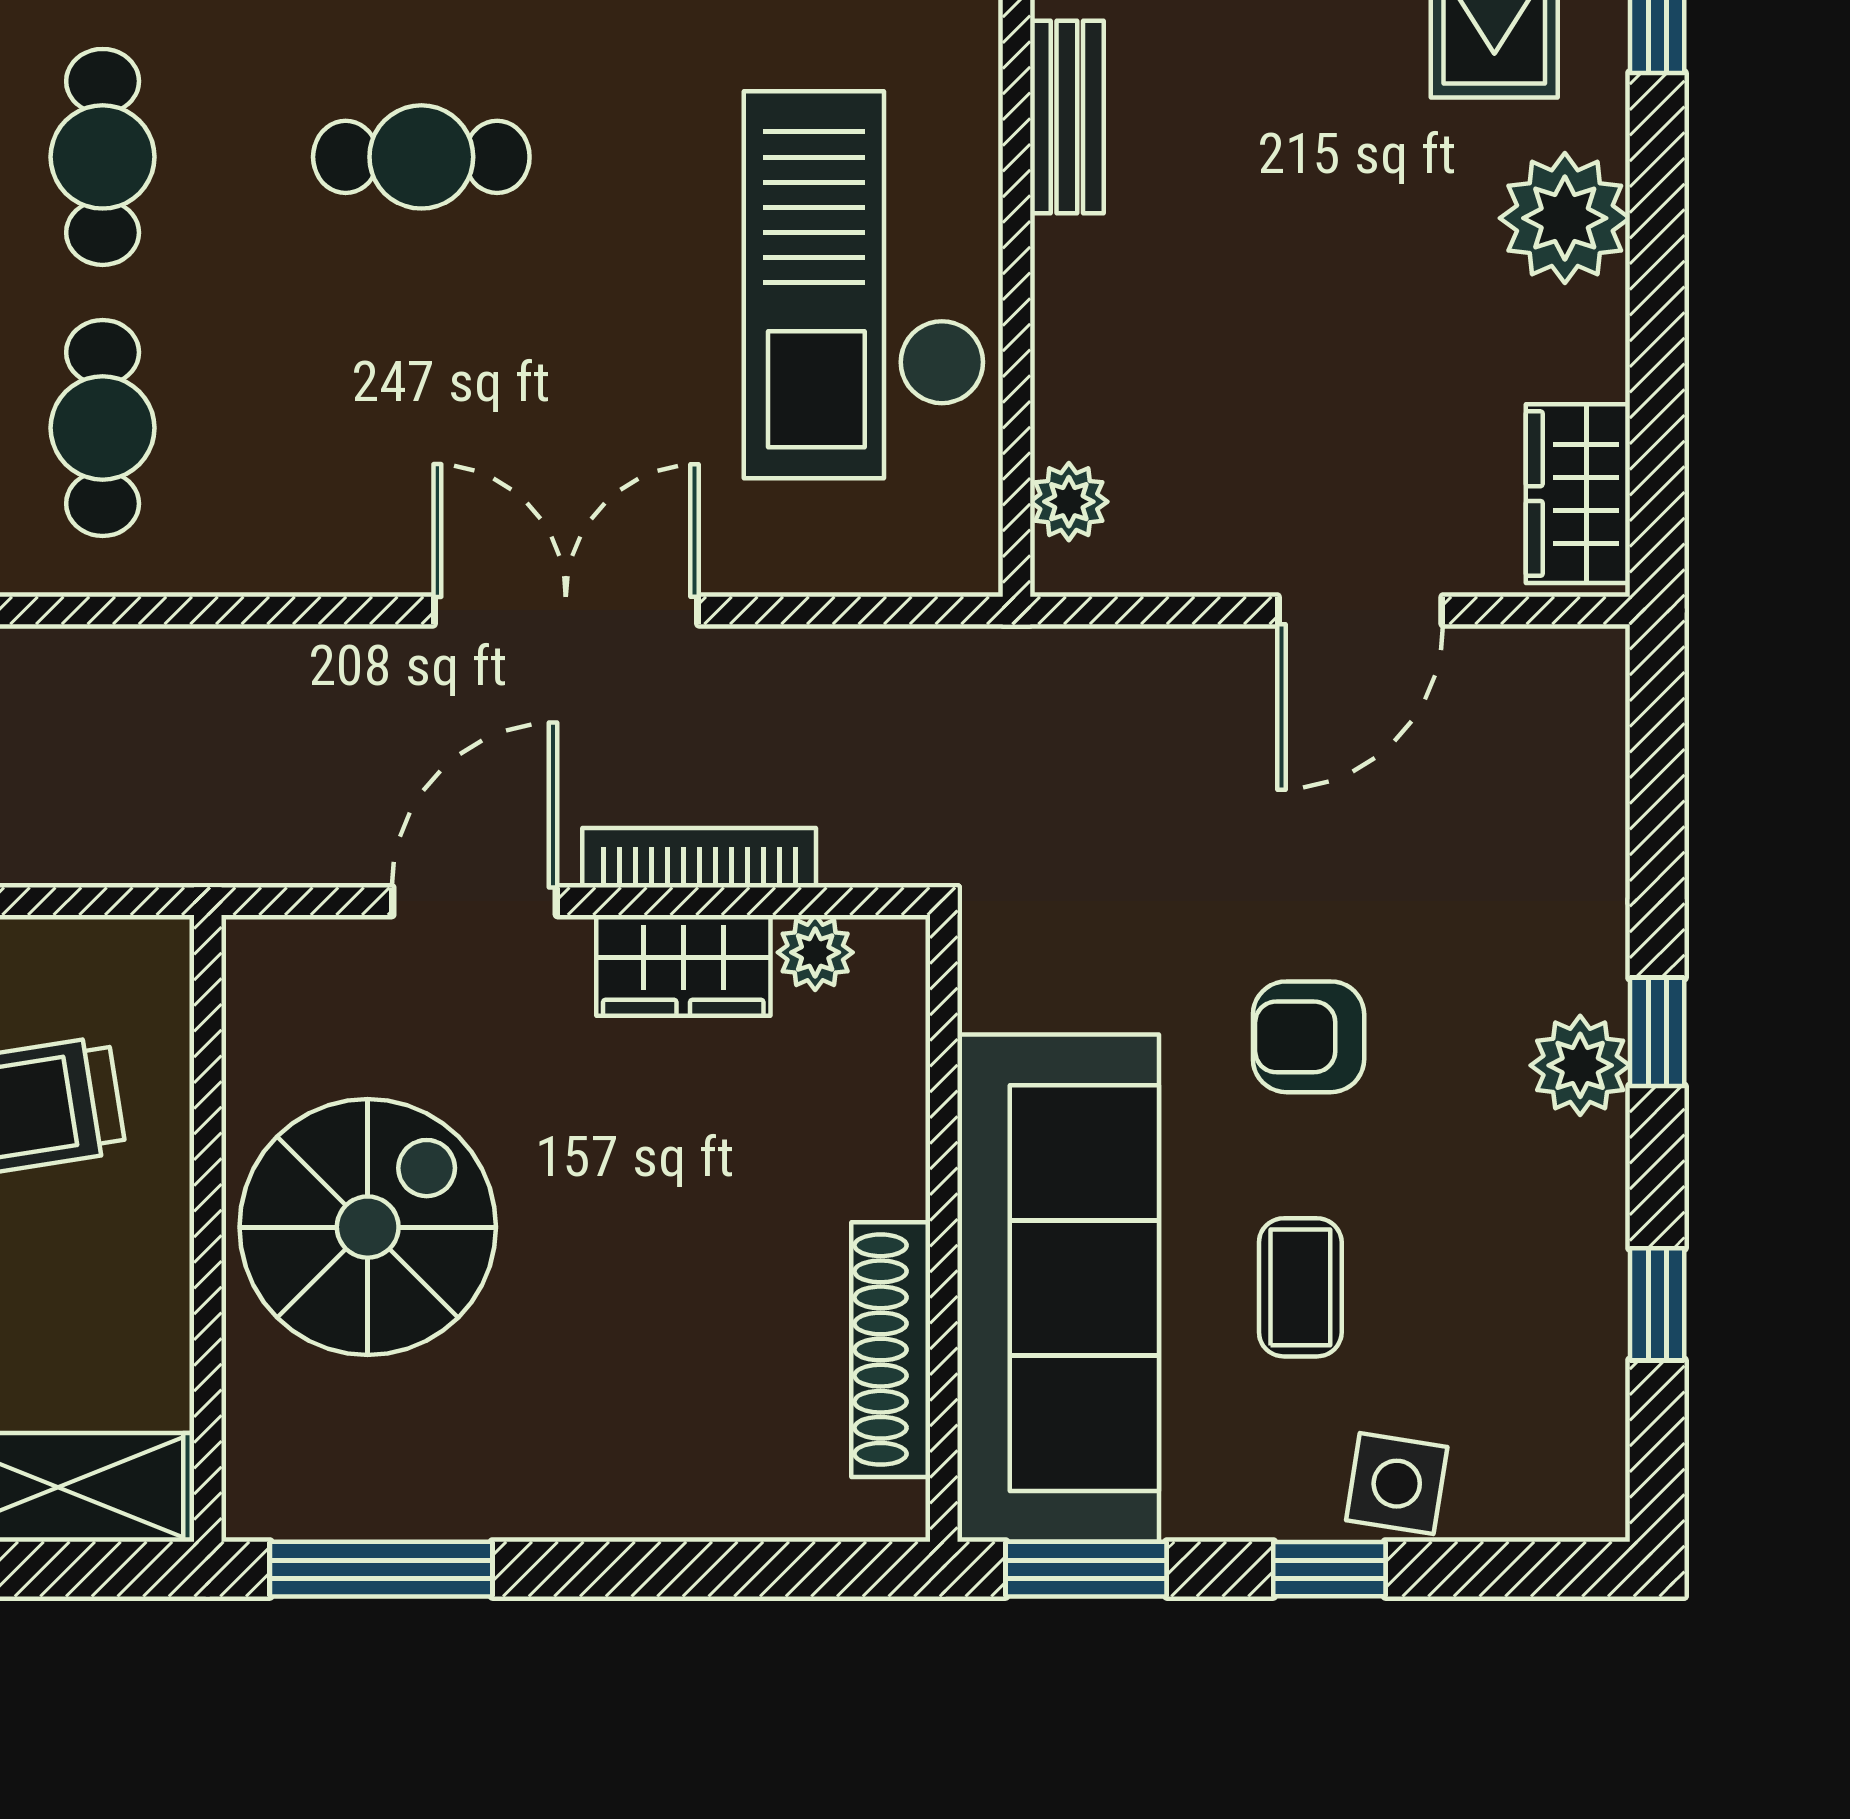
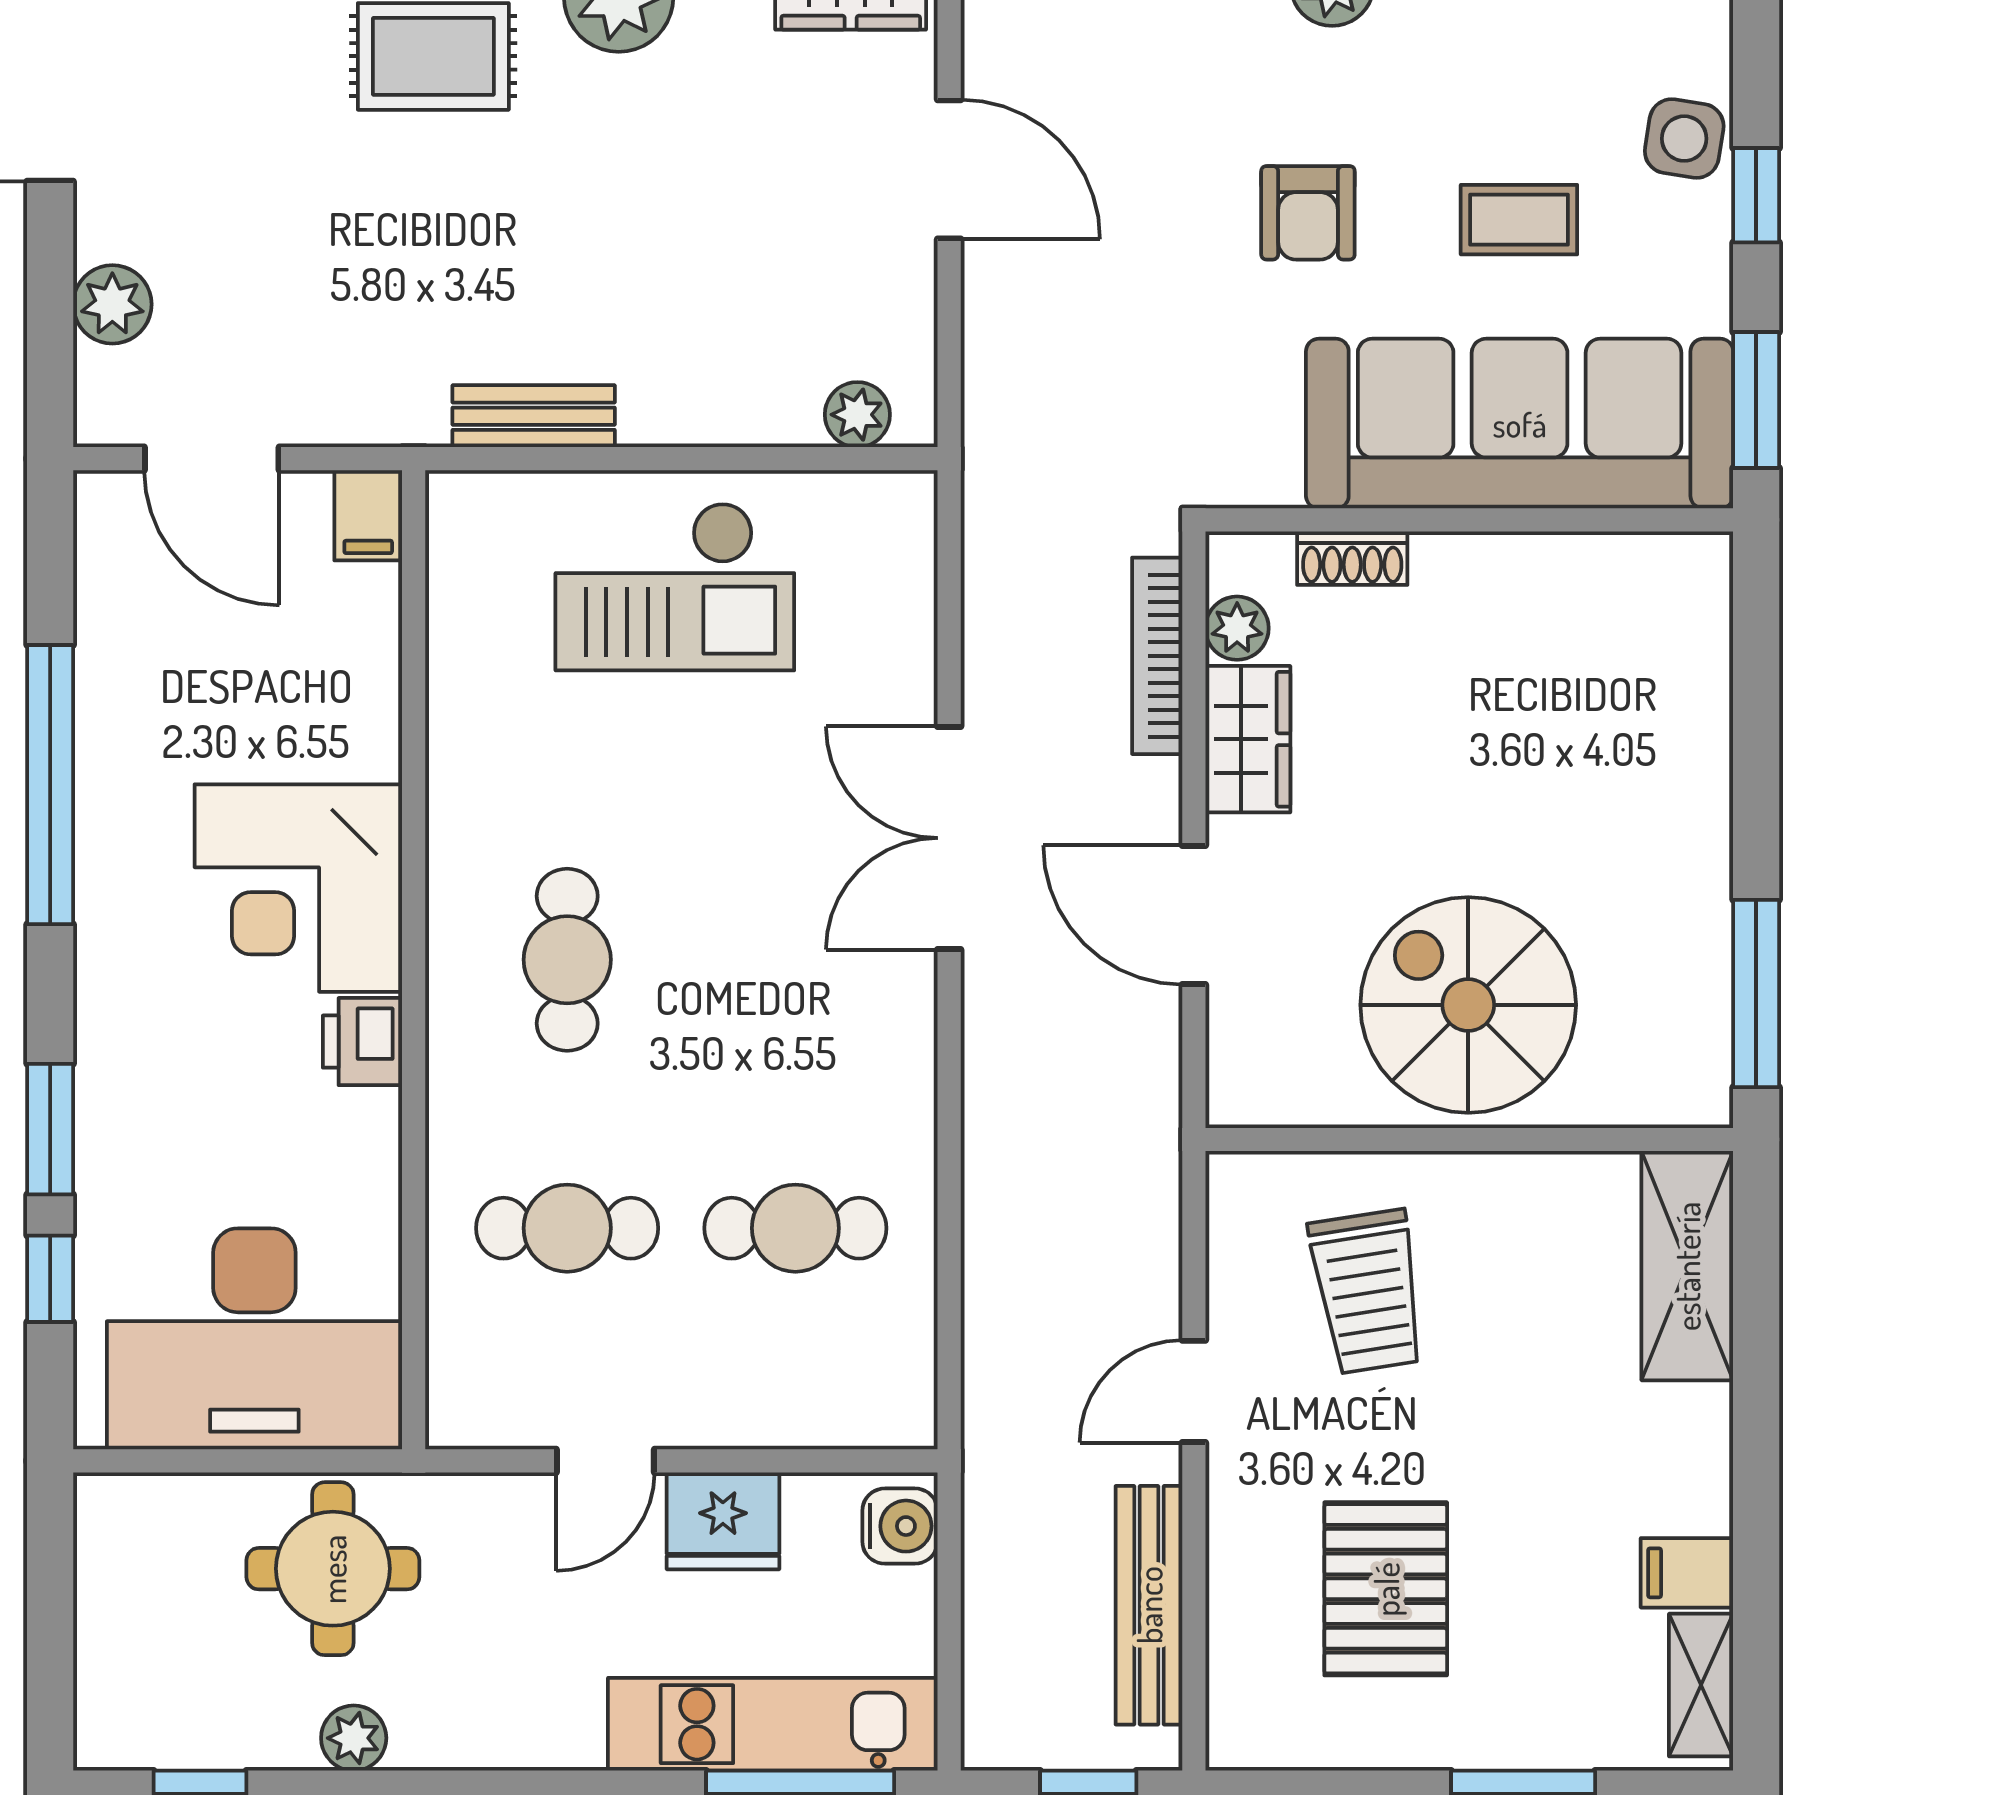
checkout: (865, 285) -> (675, 587), width x0.73, depth x0.83
bookcase: (699, 858) -> (1157, 656), moved
shoe rack: (891, 1350) -> (1352, 558), moved, width x0.51, depth x0.81

